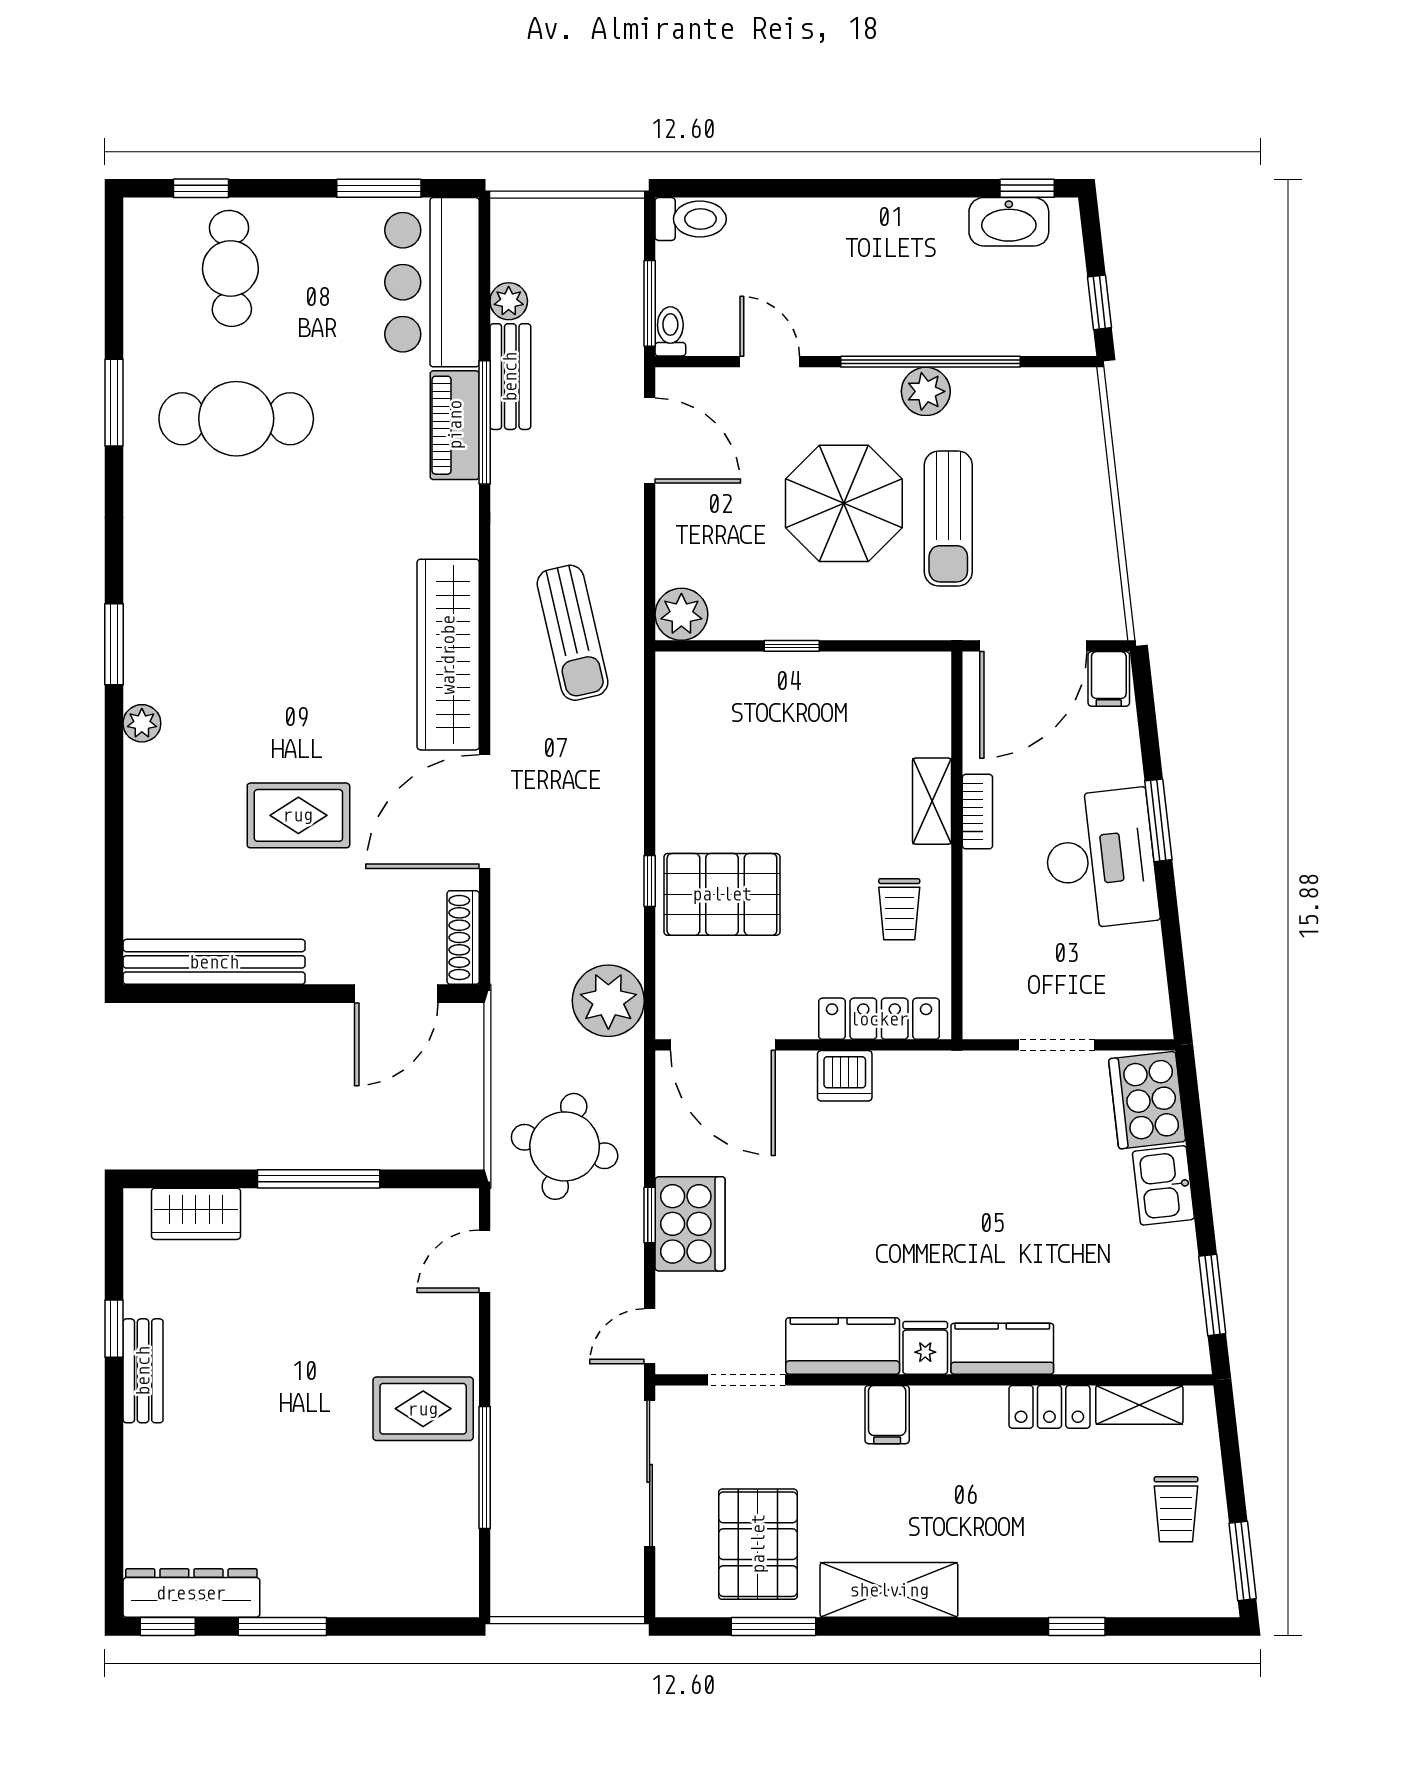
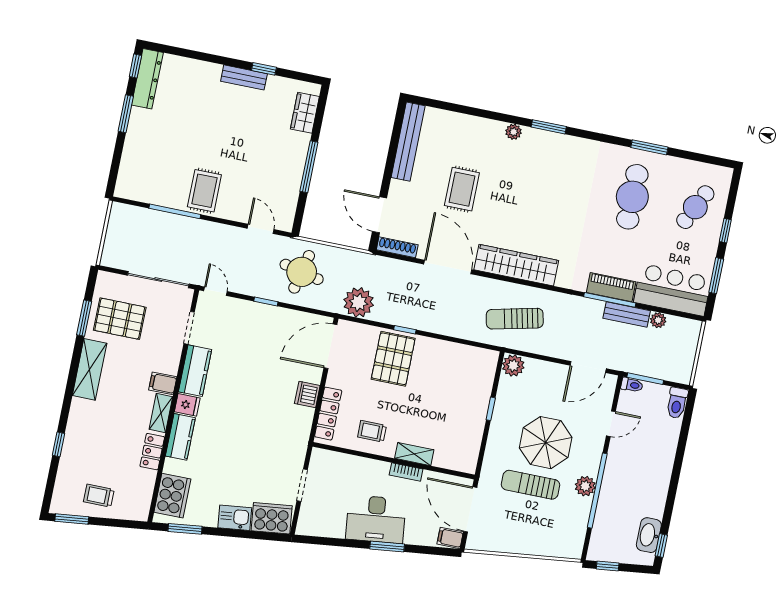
window: (201, 188) -> (725, 231), moved
cafe table: (230, 268) -> (695, 207), turned -62
cooker: (690, 1224) -> (172, 496), moved, turned -90
shelving: (1139, 1405) -> (161, 413), moved

